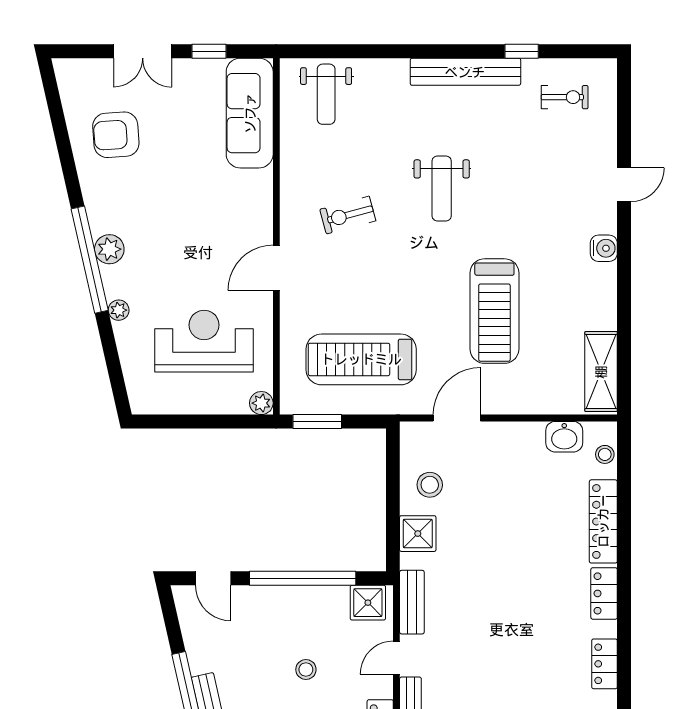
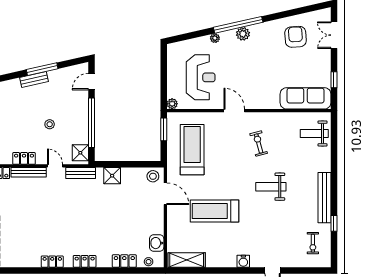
double door: (143, 51) -> (334, 35), moved
stool: (430, 485) -> (153, 176), moved
locker: (603, 521) -> (124, 261), width x0.66

